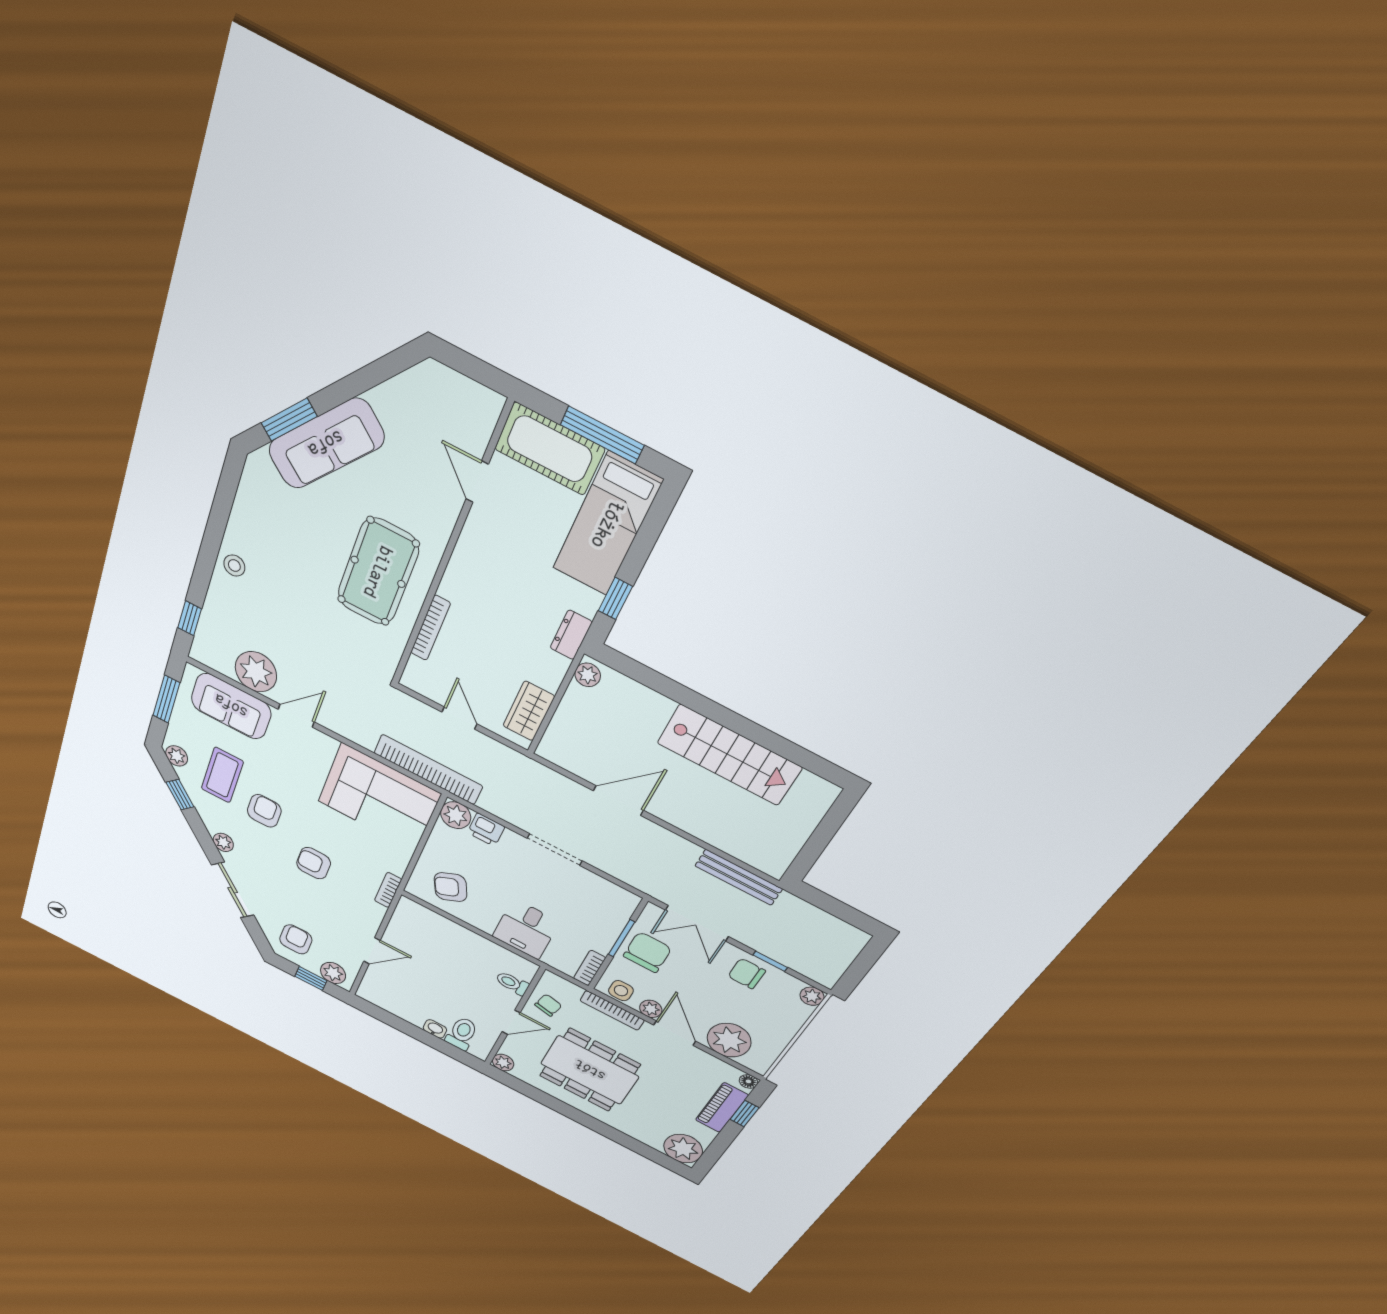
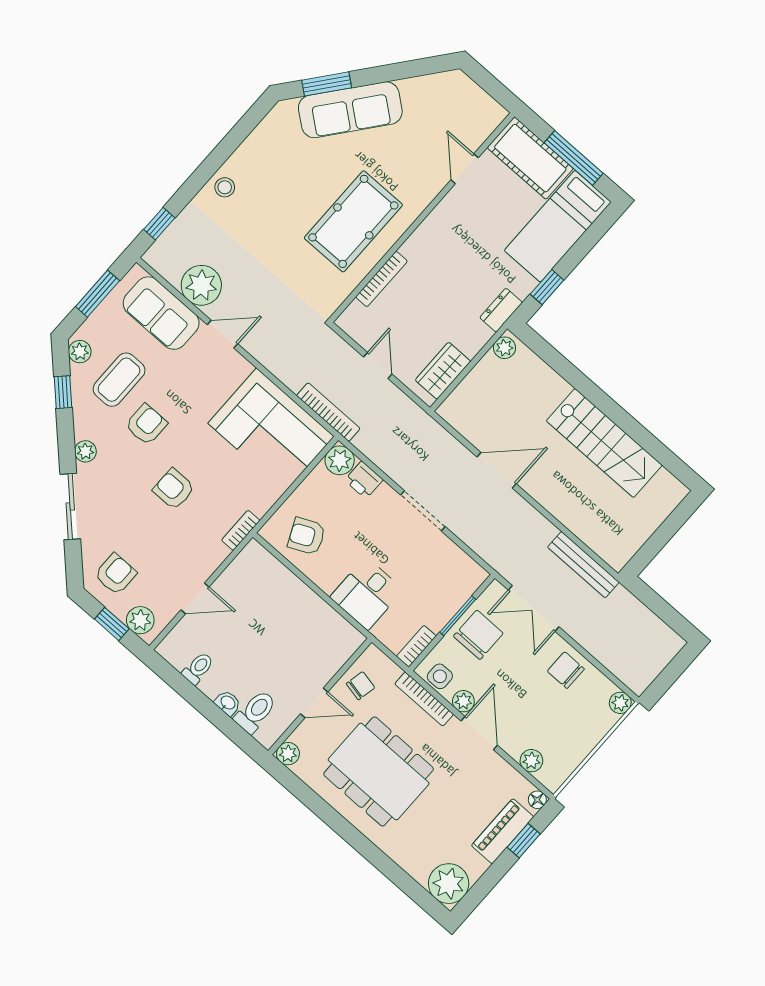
bookcase: (428, 770) -> (328, 412), width x0.68, depth x0.76
window: (770, 961) -> (591, 659), removed
toilet: (512, 983) -> (198, 668), moved, turned 90
plant: (729, 1040) -> (531, 761), width x0.53, depth x0.53

